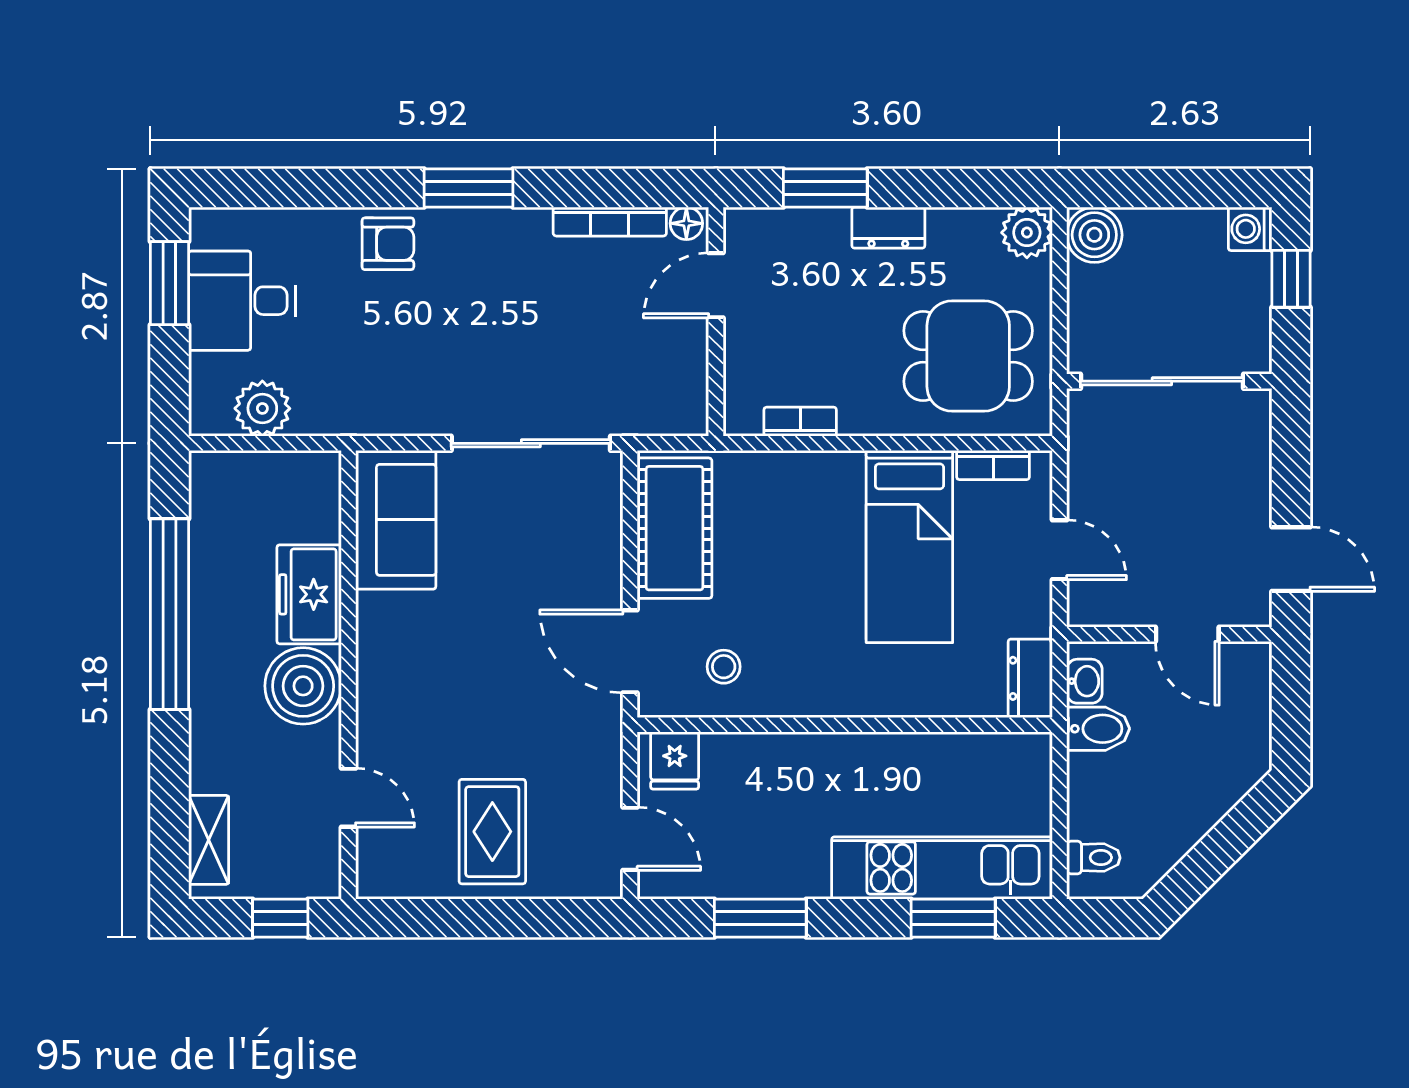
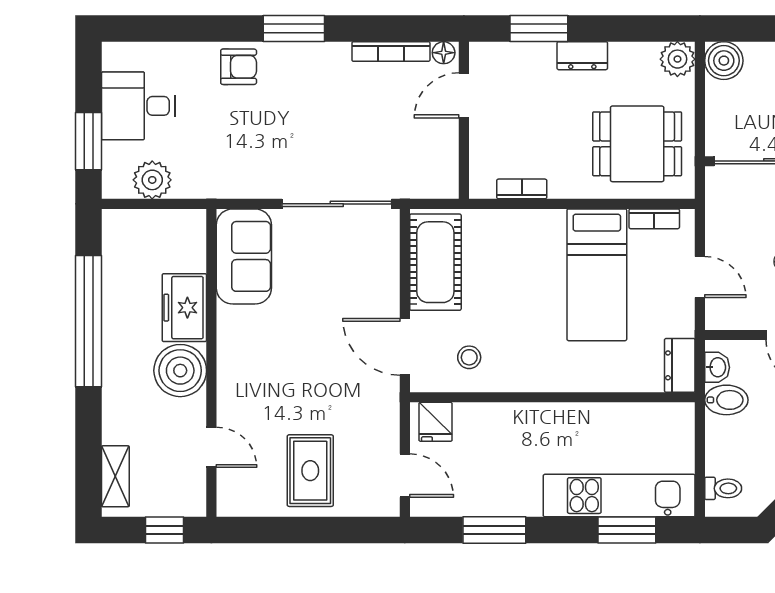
window: (169, 283) -> (88, 141), moved

